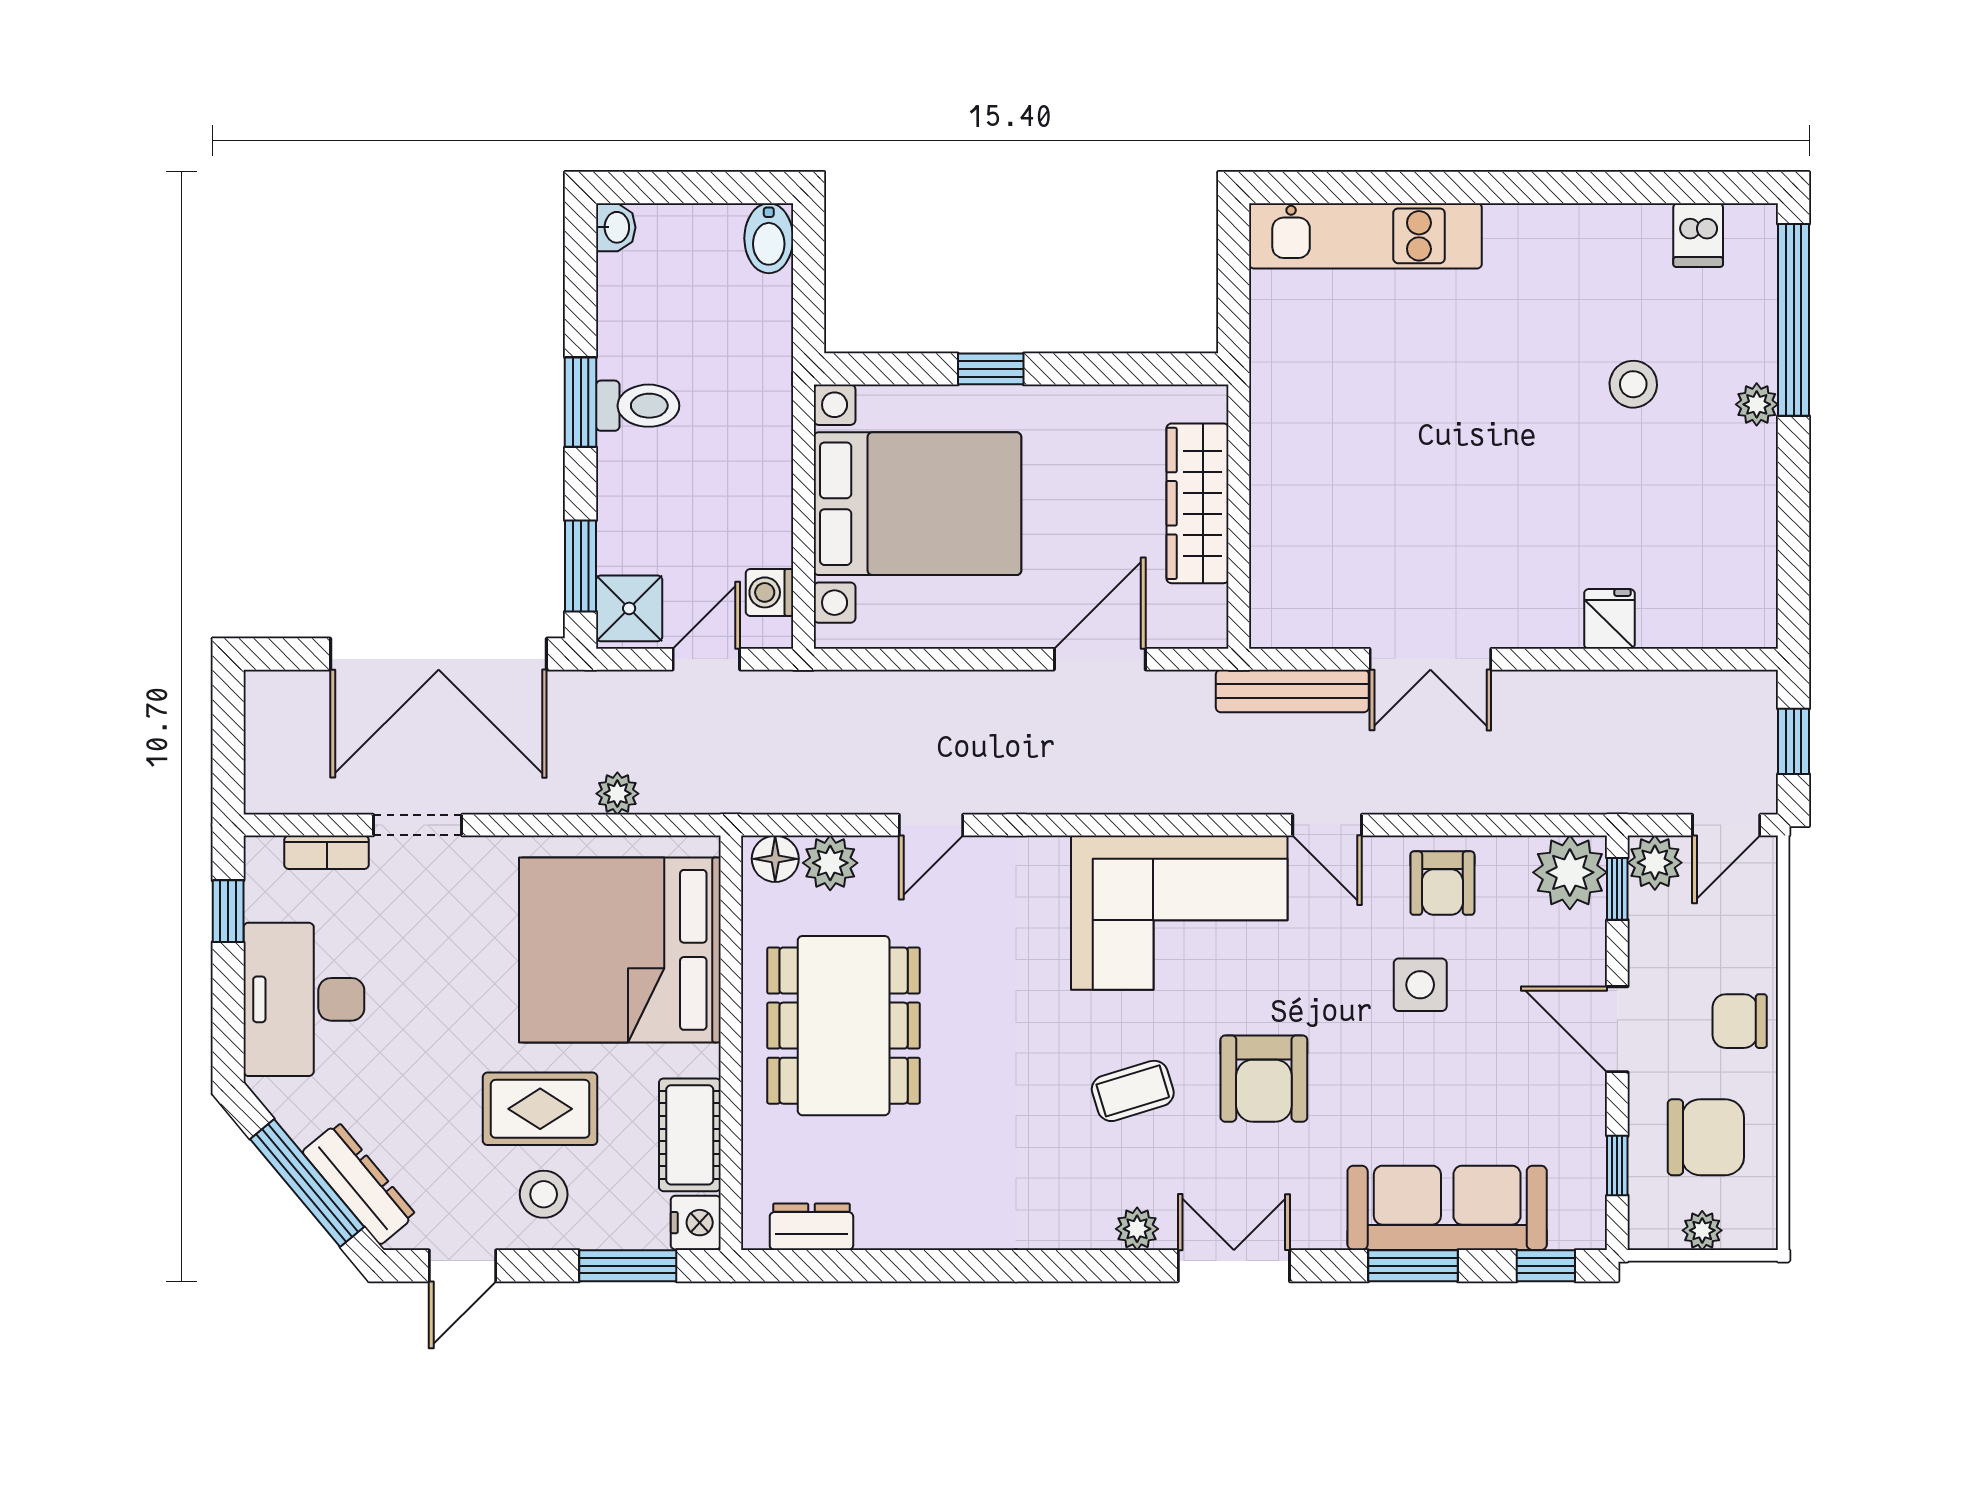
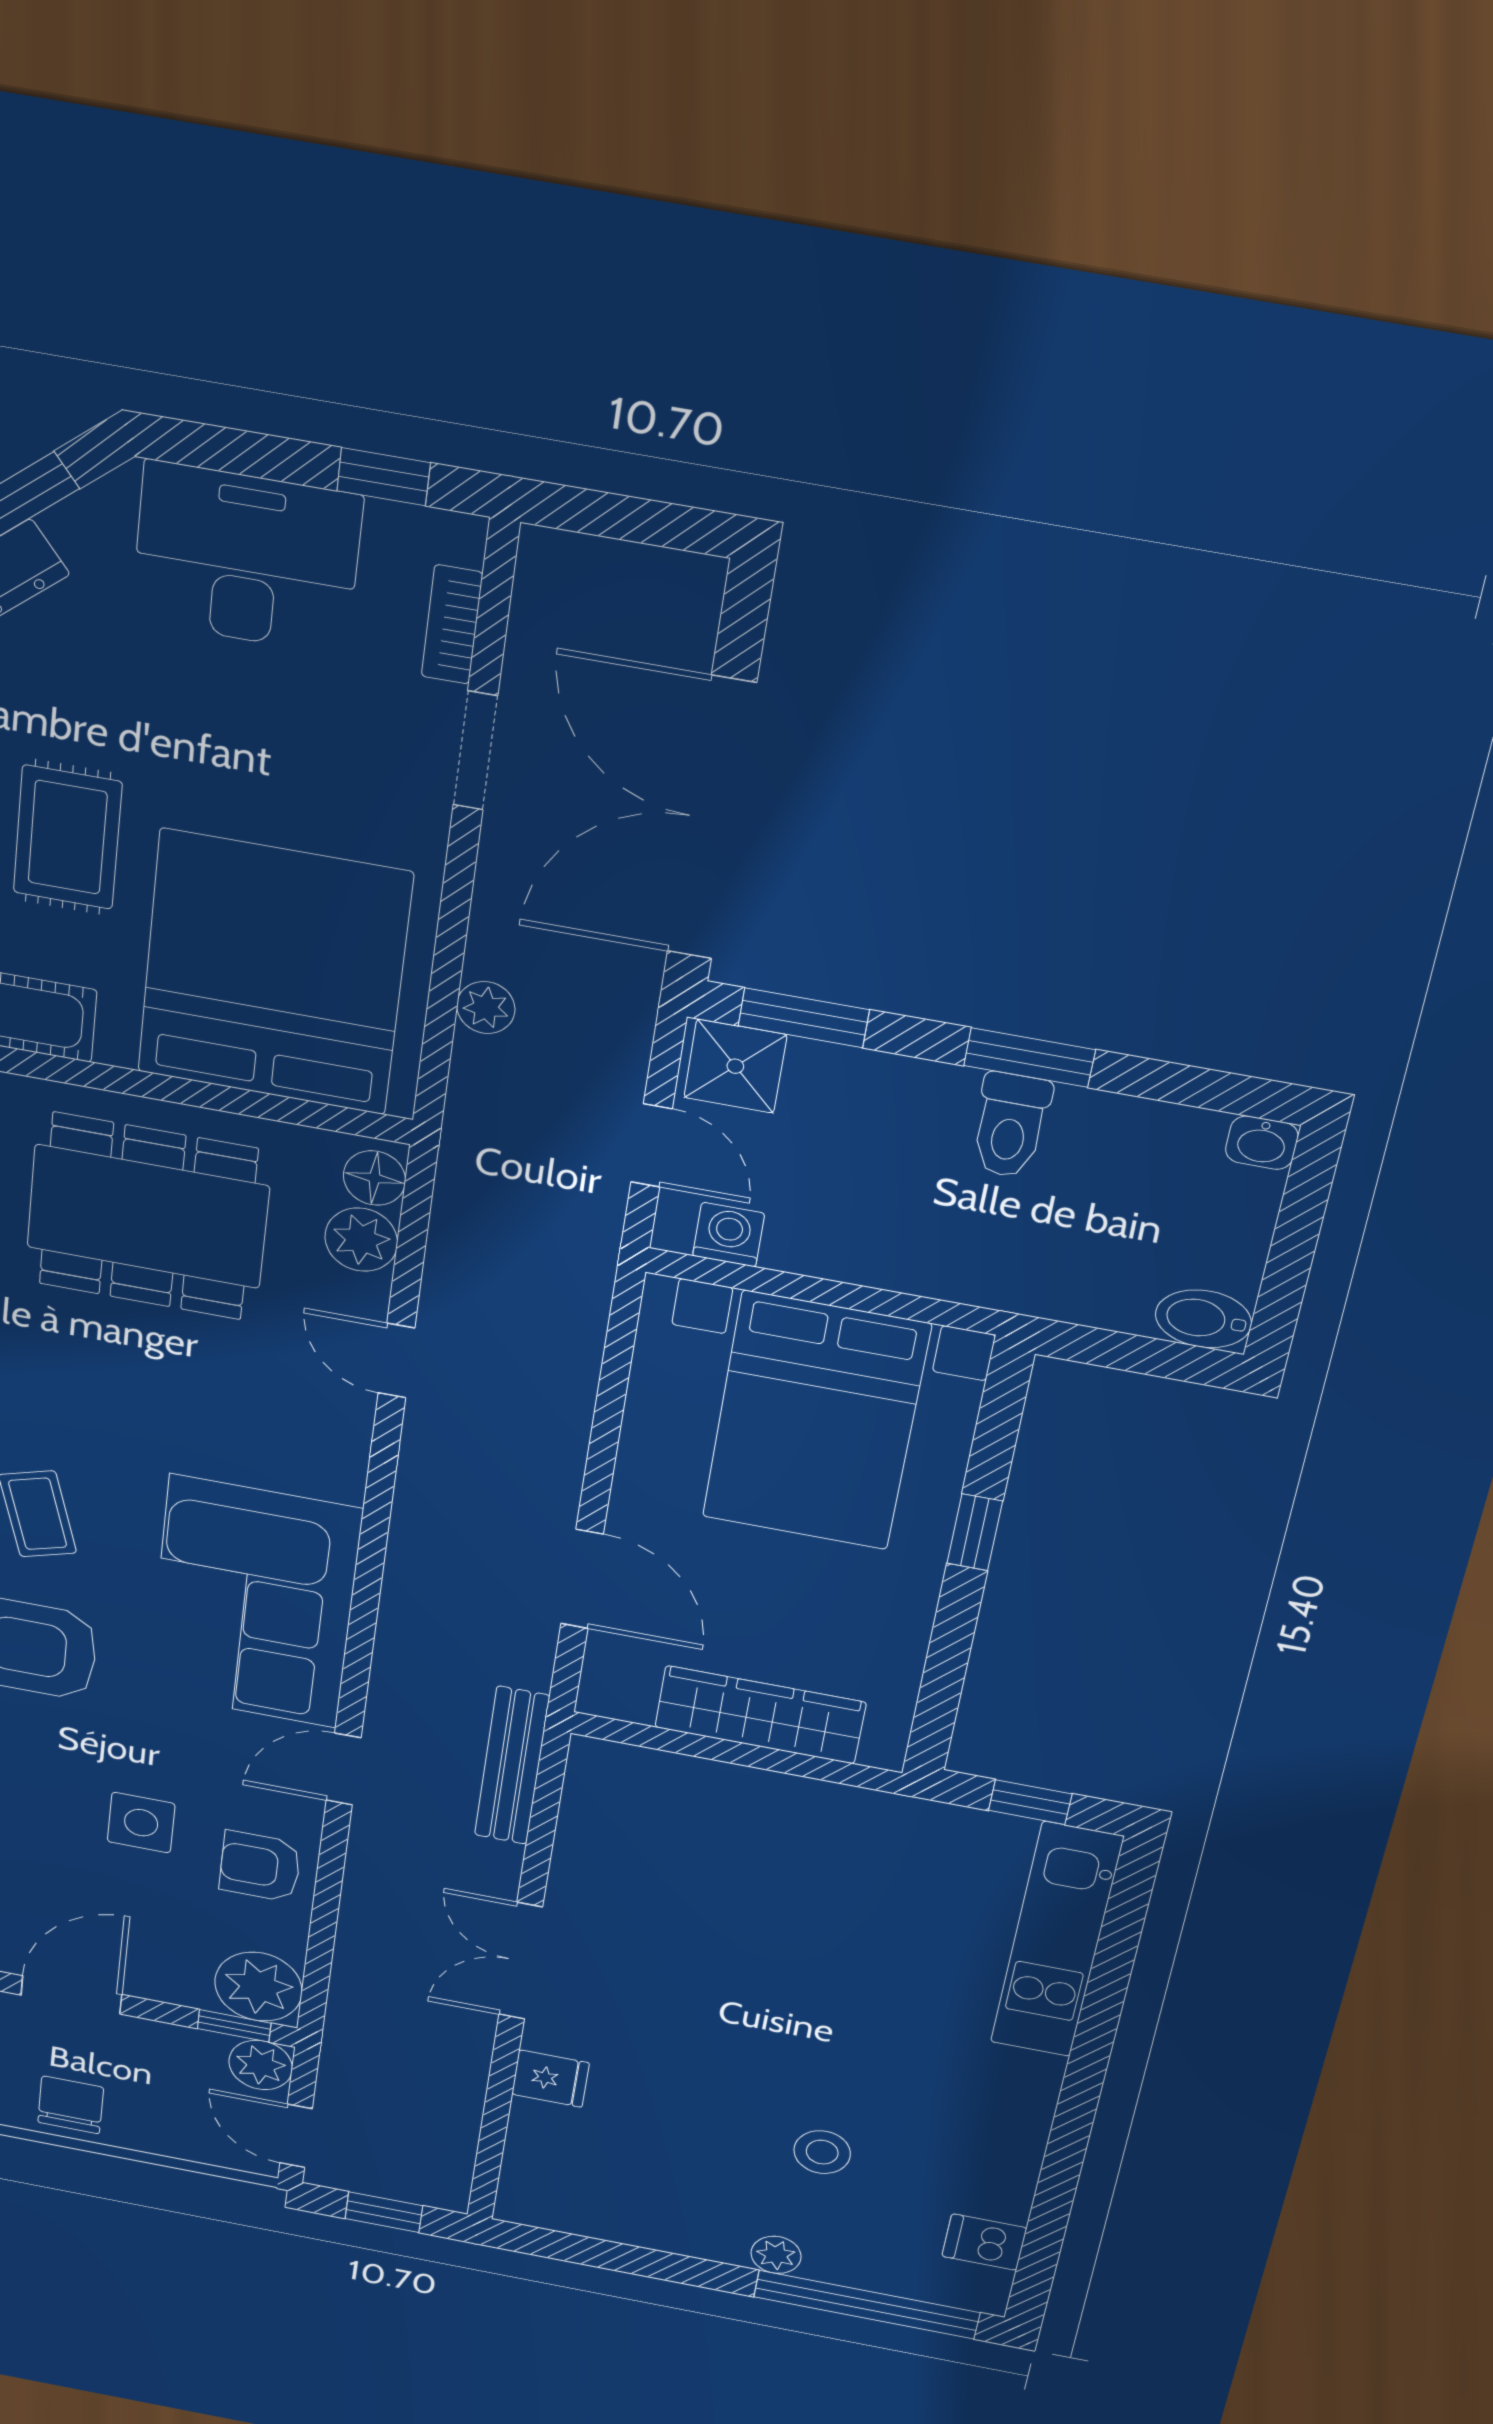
window: (1234, 281) -> (1030, 1802), added
double door: (1430, 659) -> (521, 1961), moved

